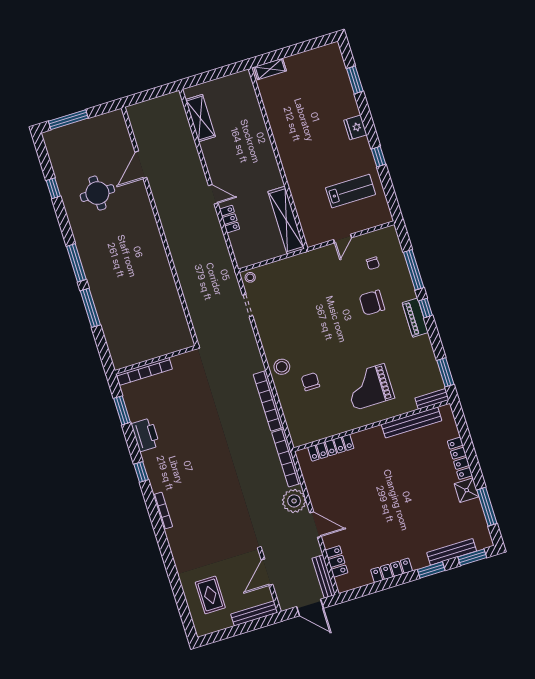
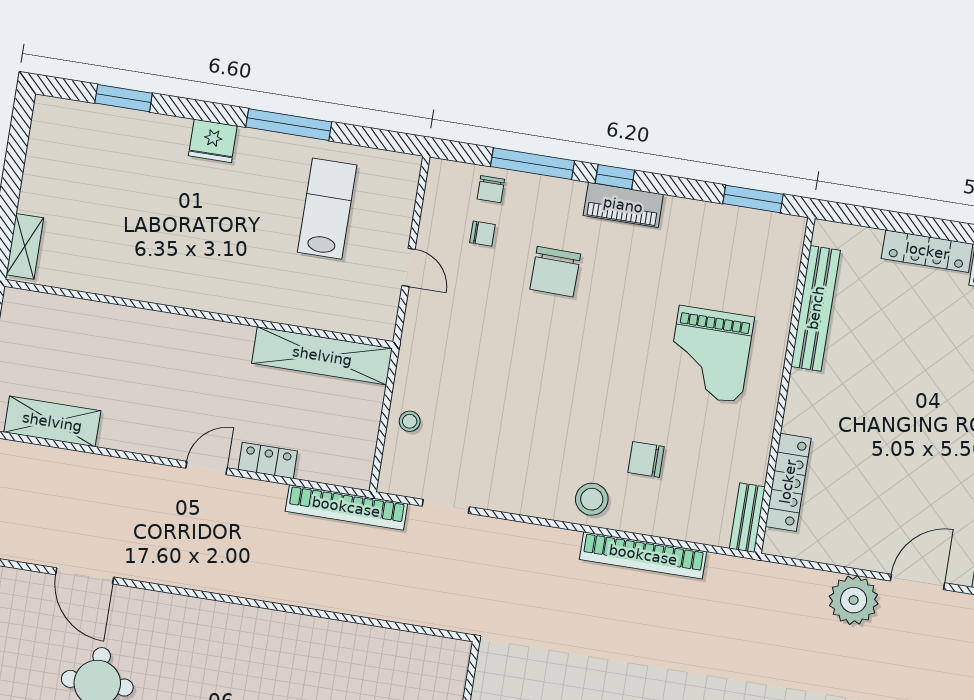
window: (379, 157) -> (289, 125), width x2.17
chair: (394, 257) -> (491, 189), added
stool: (250, 277) -> (410, 421), moved
bench: (432, 399) -> (747, 518), moved
bookcase: (286, 458) -> (346, 507), moved

